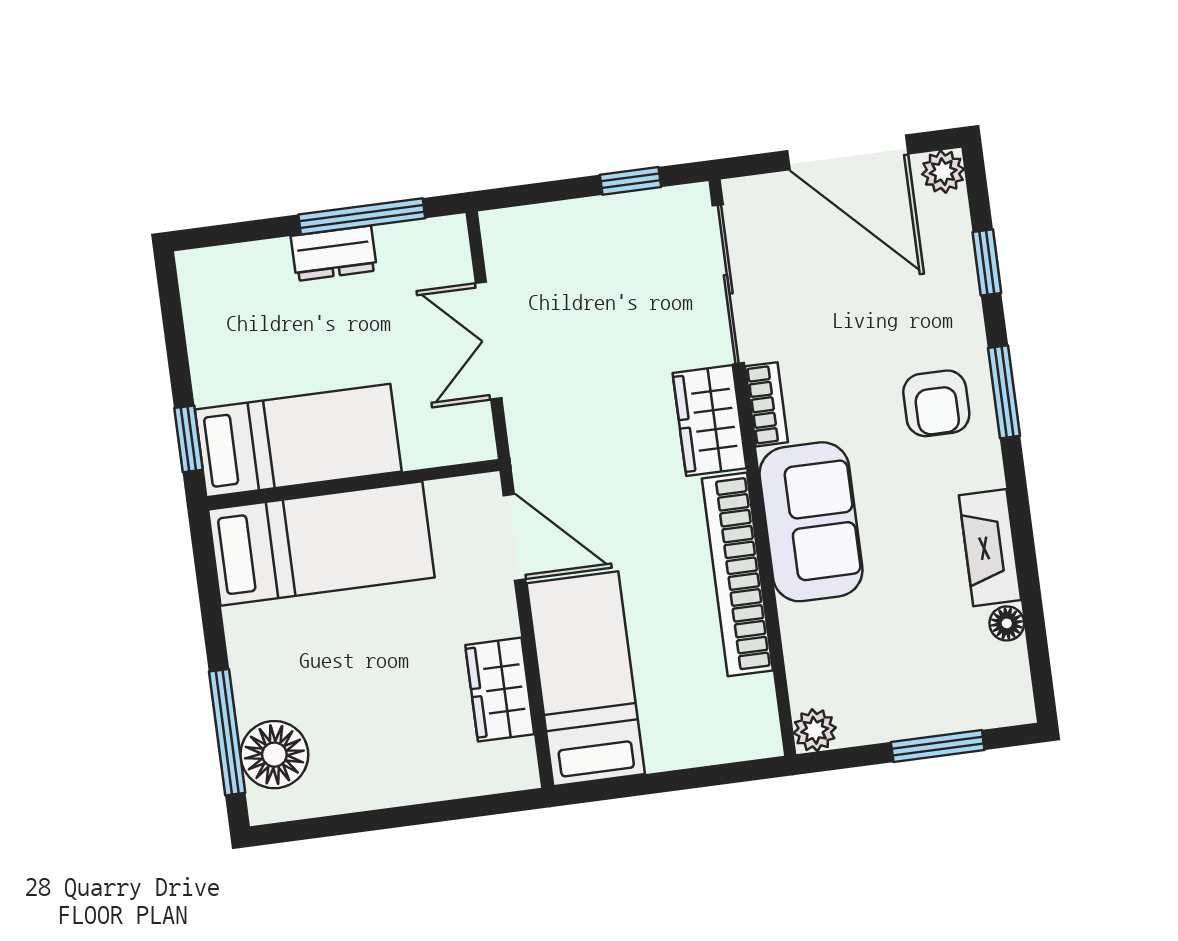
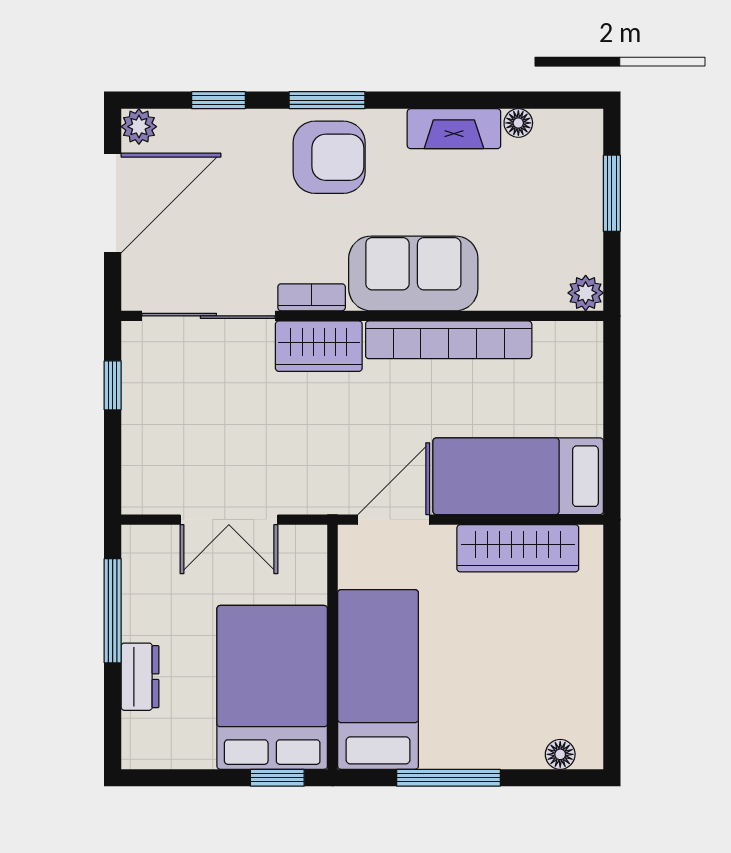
dresser: (334, 253) -> (140, 677), moved
armchair: (936, 403) -> (329, 157), width x1.38, depth x1.38
bed: (298, 441) -> (272, 687), width x1.50
wardrobe: (500, 690) -> (518, 548), width x1.50
window: (227, 732) -> (449, 778), moved
floor lamp: (274, 755) -> (560, 754), width x0.53, depth x0.53

